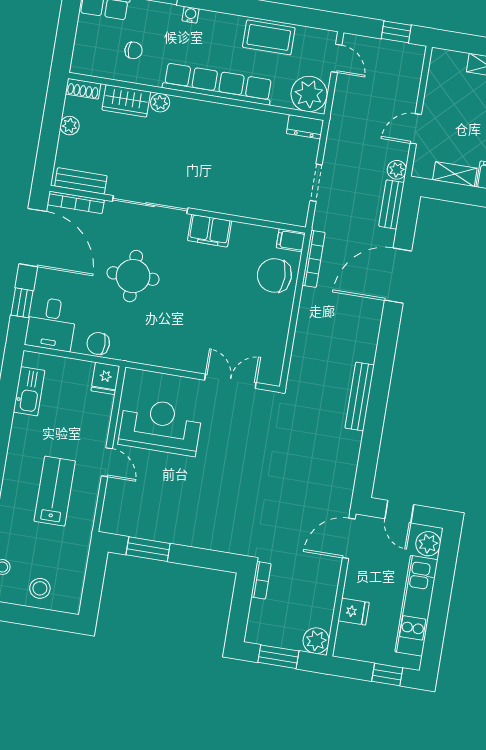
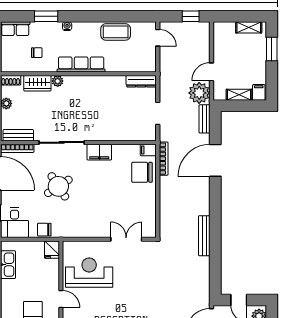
row of seats: (218, 84) -> (81, 64), width x0.73
plant: (309, 94) -> (145, 61), removed
dresser: (305, 127) -> (141, 81), width x1.44
plant: (397, 170) -> (199, 93), width x1.88, depth x1.88
round table: (133, 276) -> (58, 186), turned -33

